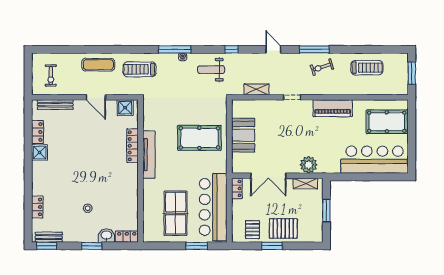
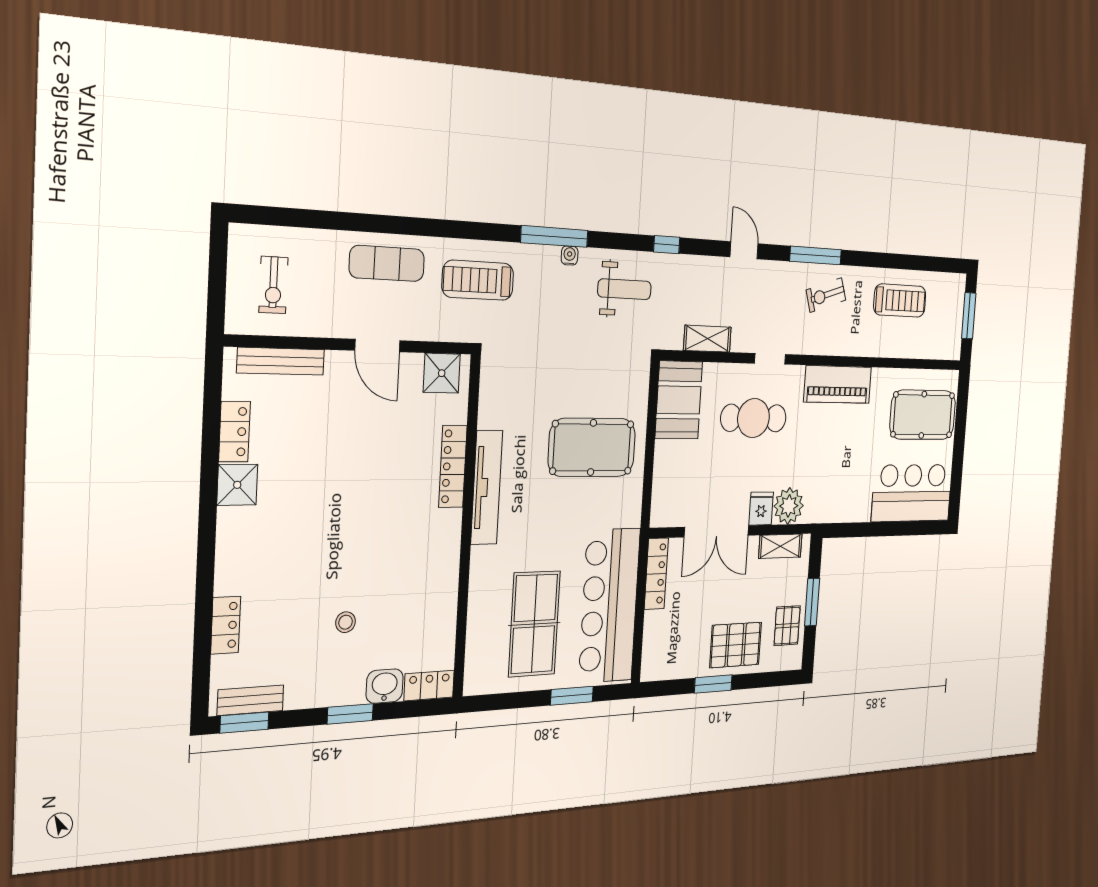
weight bench: (211, 70) -> (624, 289), turned 180
cafe table: (285, 124) -> (754, 418), added
booth: (243, 135) -> (679, 400), moved
bar counter: (375, 160) -> (912, 493), width x0.73
fridge: (293, 166) -> (761, 509), added
locker: (237, 188) -> (656, 574), width x1.53
pallet: (252, 230) -> (787, 626), moved

